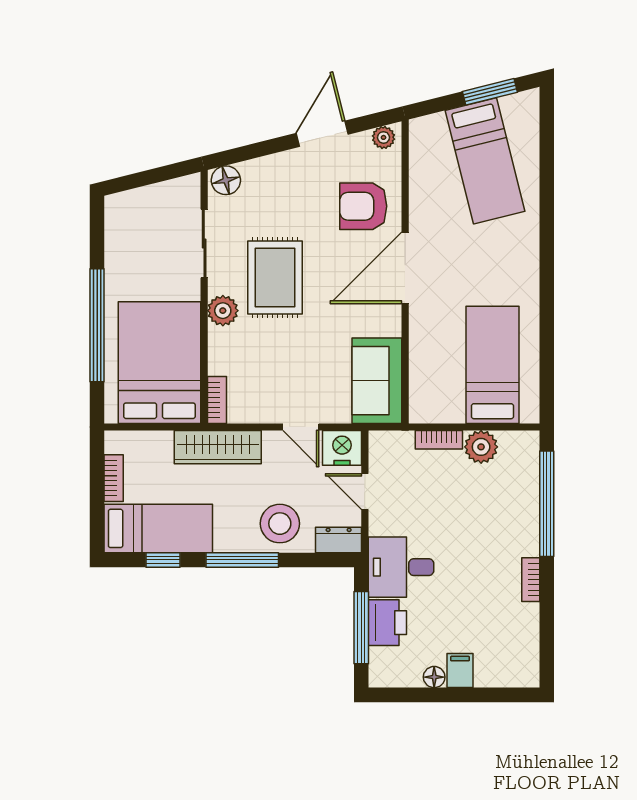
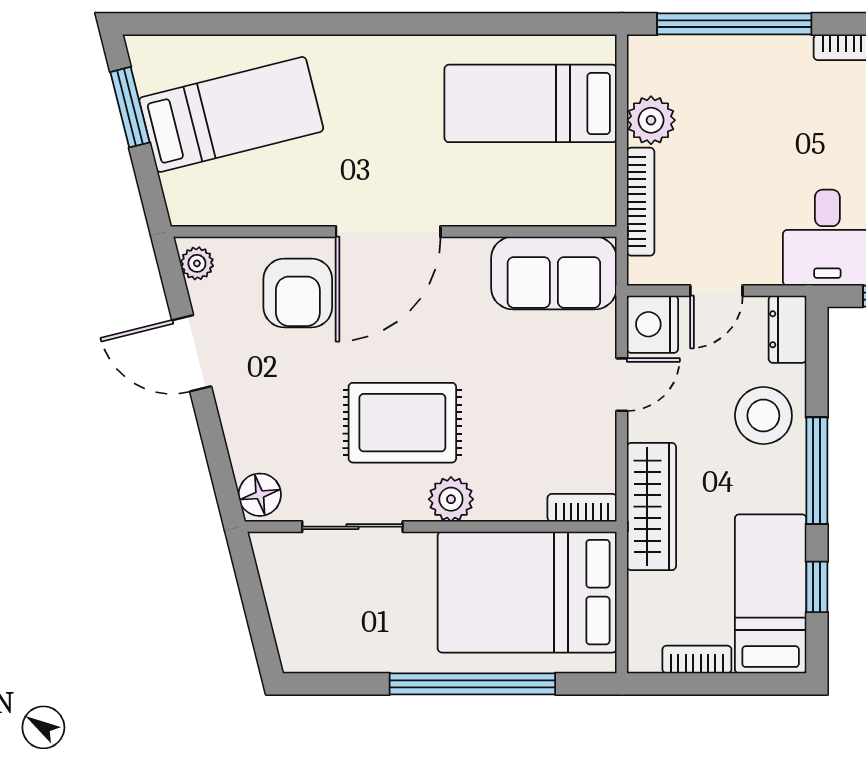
door: (405, 268) -> (388, 232), hinge flipped
bookcase: (439, 440) -> (641, 202), width x1.56

